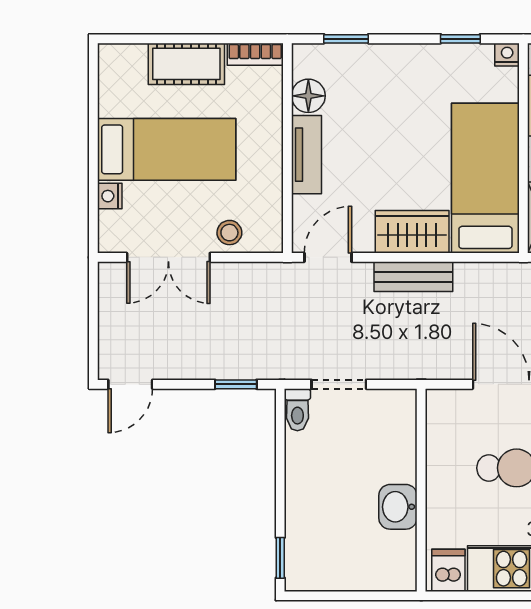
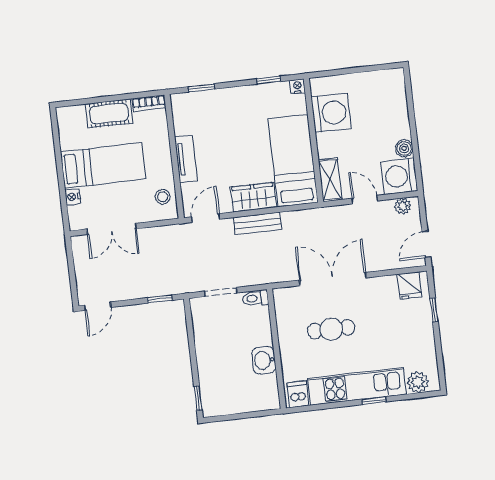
floor lamp: (308, 96) -> (183, 124), removed
stool: (229, 233) -> (163, 197), moved
toilet: (297, 410) -> (255, 298), moved, turned 90

